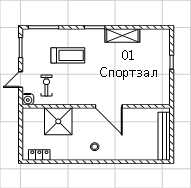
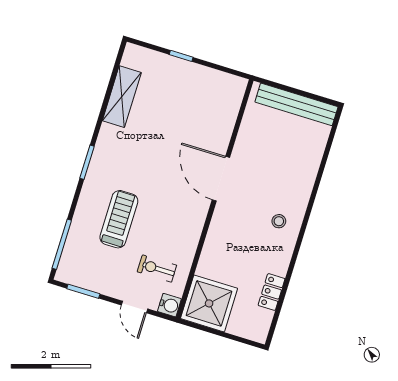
shelving: (122, 36) -> (122, 97), moved
door: (109, 106) -> (221, 179), swing flipped
shower: (58, 121) -> (209, 303), moved
locker: (39, 155) -> (272, 292), moved

